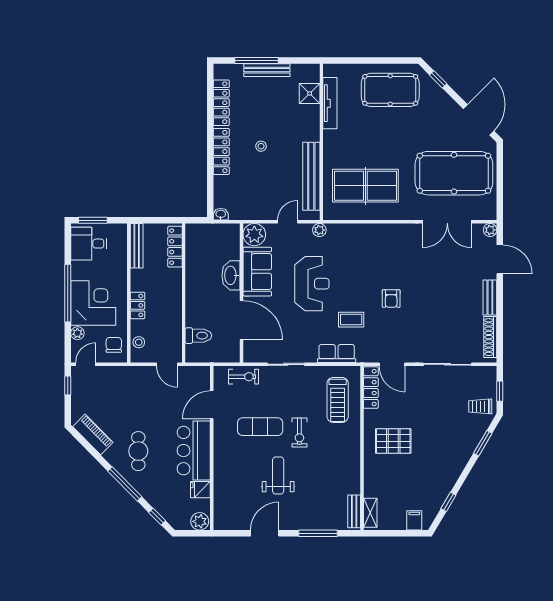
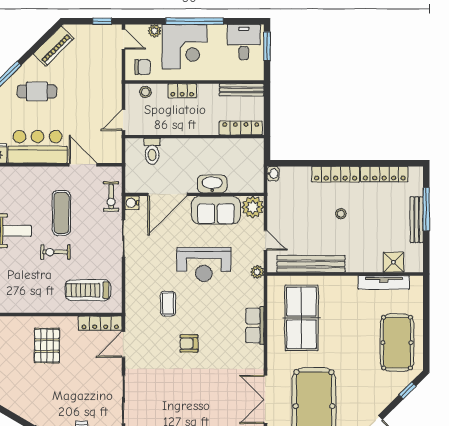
row of seats: (337, 354) -> (255, 326), moved, turned 180
water cooler: (250, 356) -> (132, 203), added

